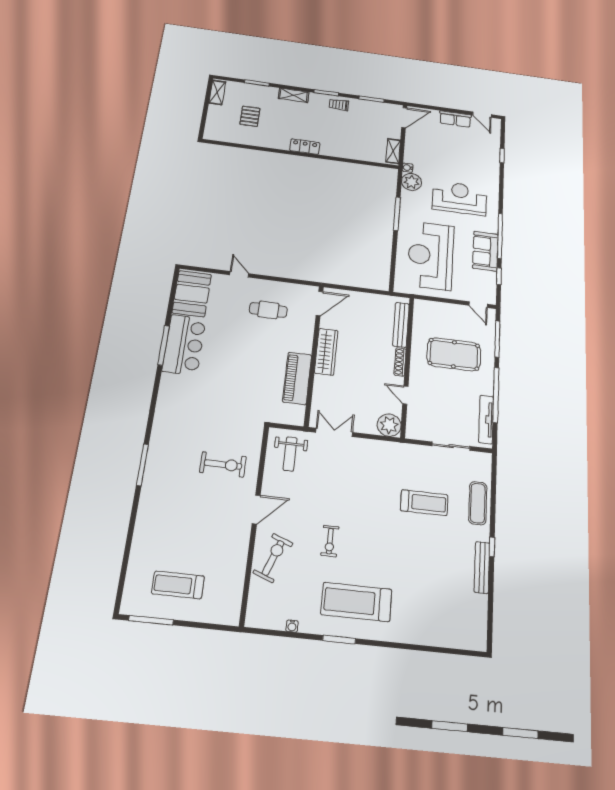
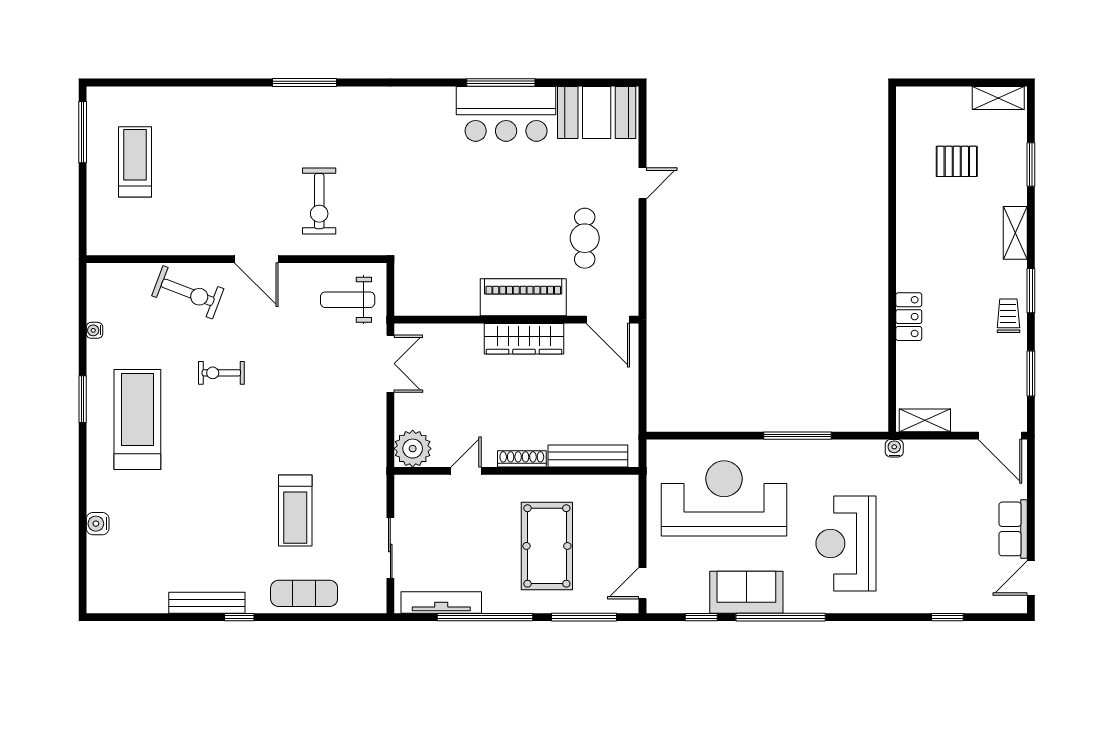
locker: (305, 147) -> (909, 317), moved
plant: (412, 182) -> (866, 457), removed
reception desk: (460, 198) -> (846, 543), turned 180
piano: (297, 378) -> (523, 297), moved
water cooler: (426, 638) -> (98, 524), added

